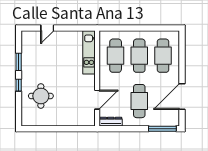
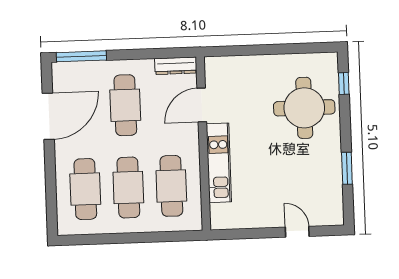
door: (47, 28) -> (297, 232), hinge flipped
kitchen unit: (89, 52) -> (219, 163), moved
window: (19, 85) -> (344, 84), moved
round table: (41, 96) -> (304, 108), width x1.36, depth x1.36

